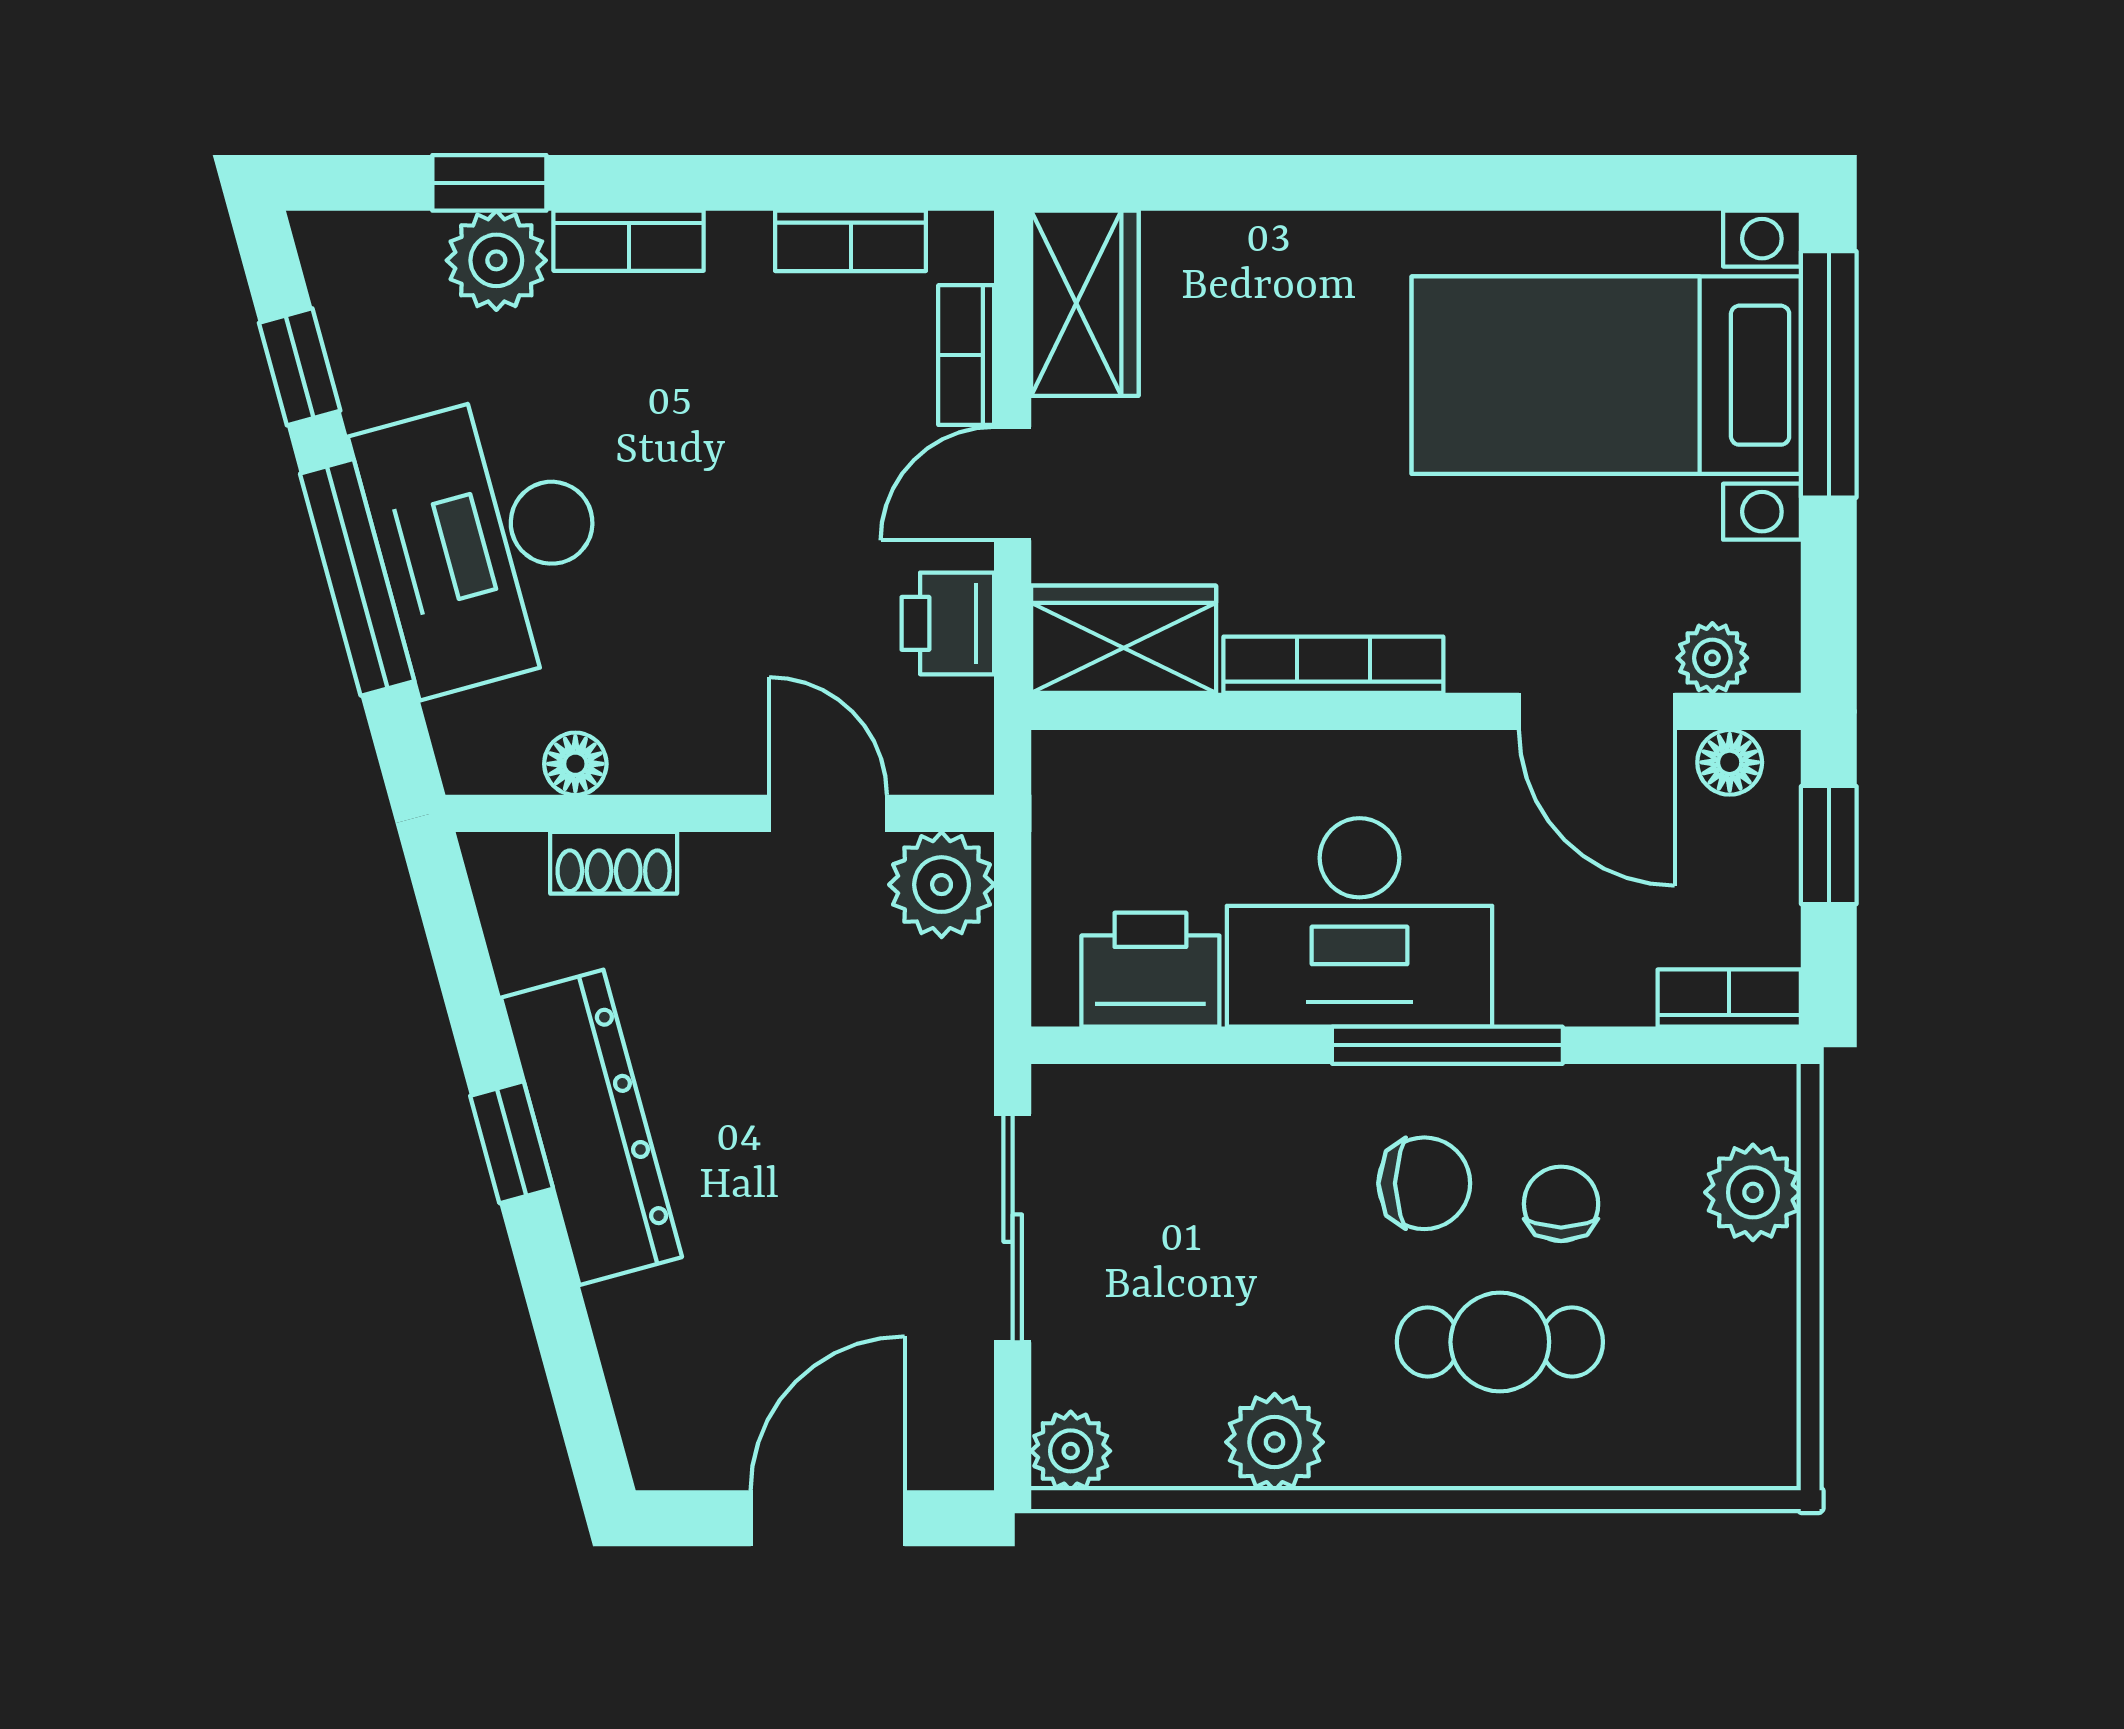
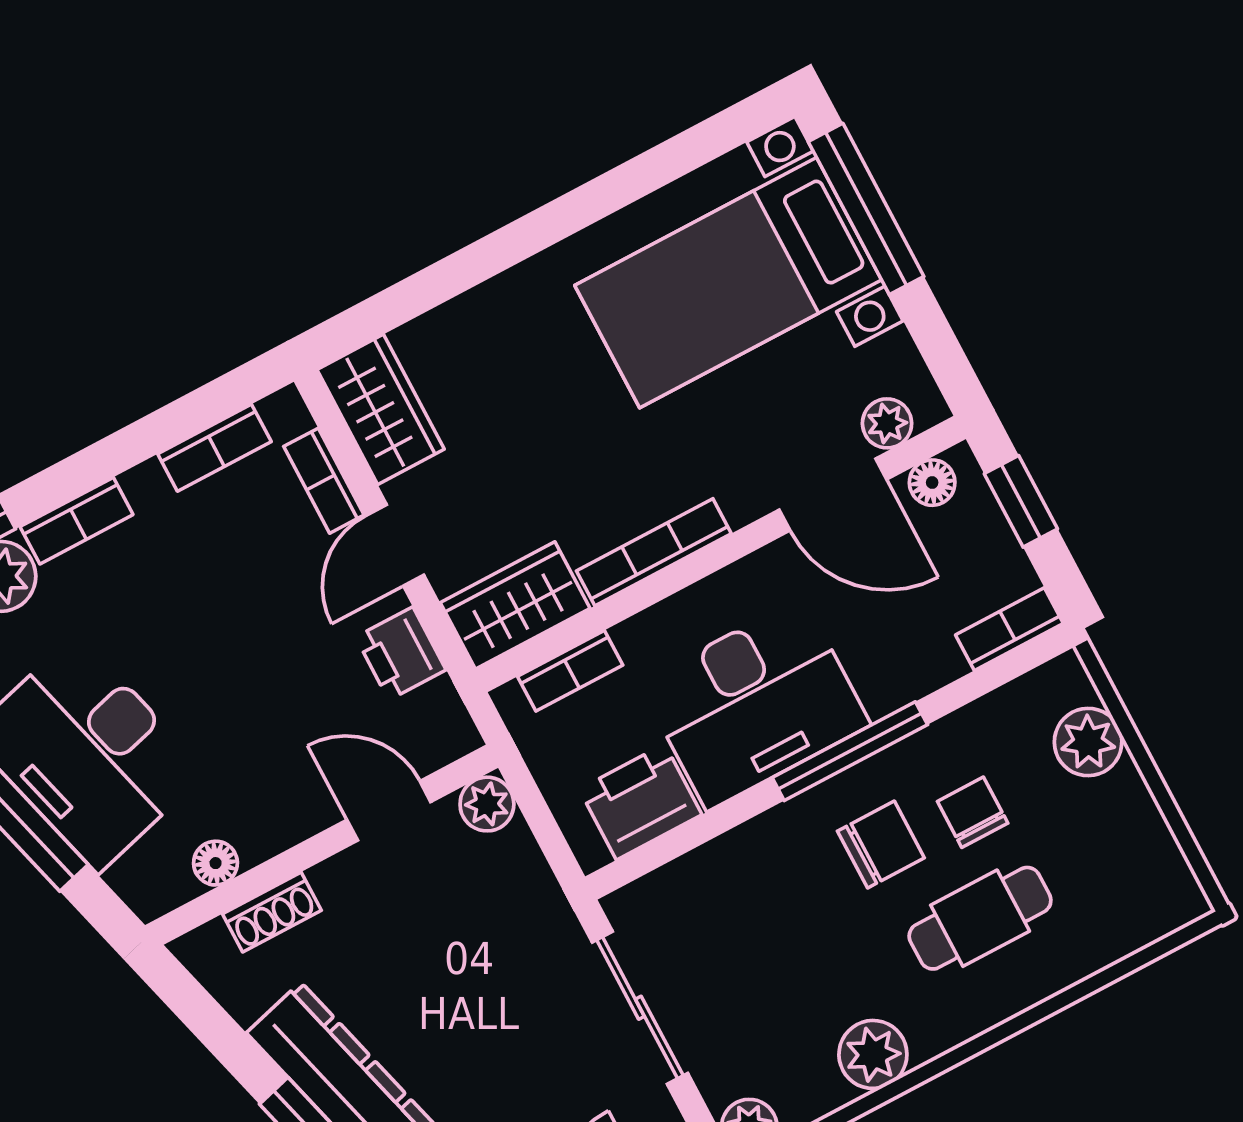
bookcase: (1149, 758) -> (570, 671), added
plant: (942, 885) -> (487, 804), width x0.73, depth x0.73

